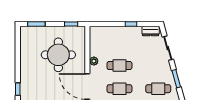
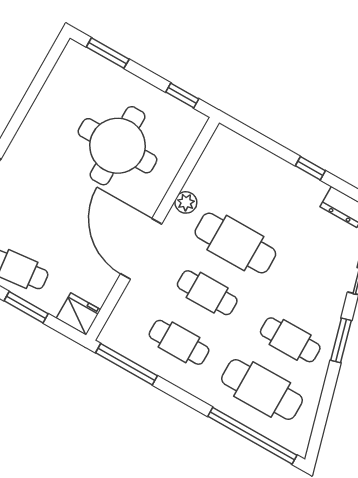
cafe table: (119, 66) -> (235, 243), width x1.37, depth x1.35

